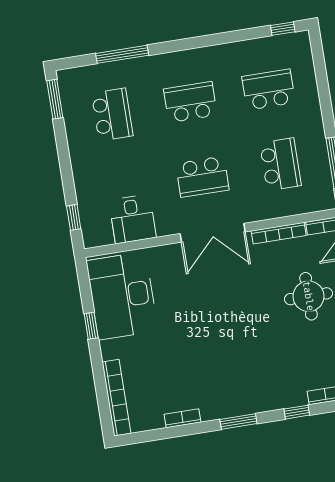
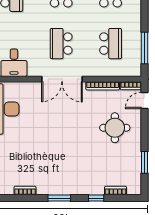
school desk: (202, 177) -> (61, 44), turned 90

